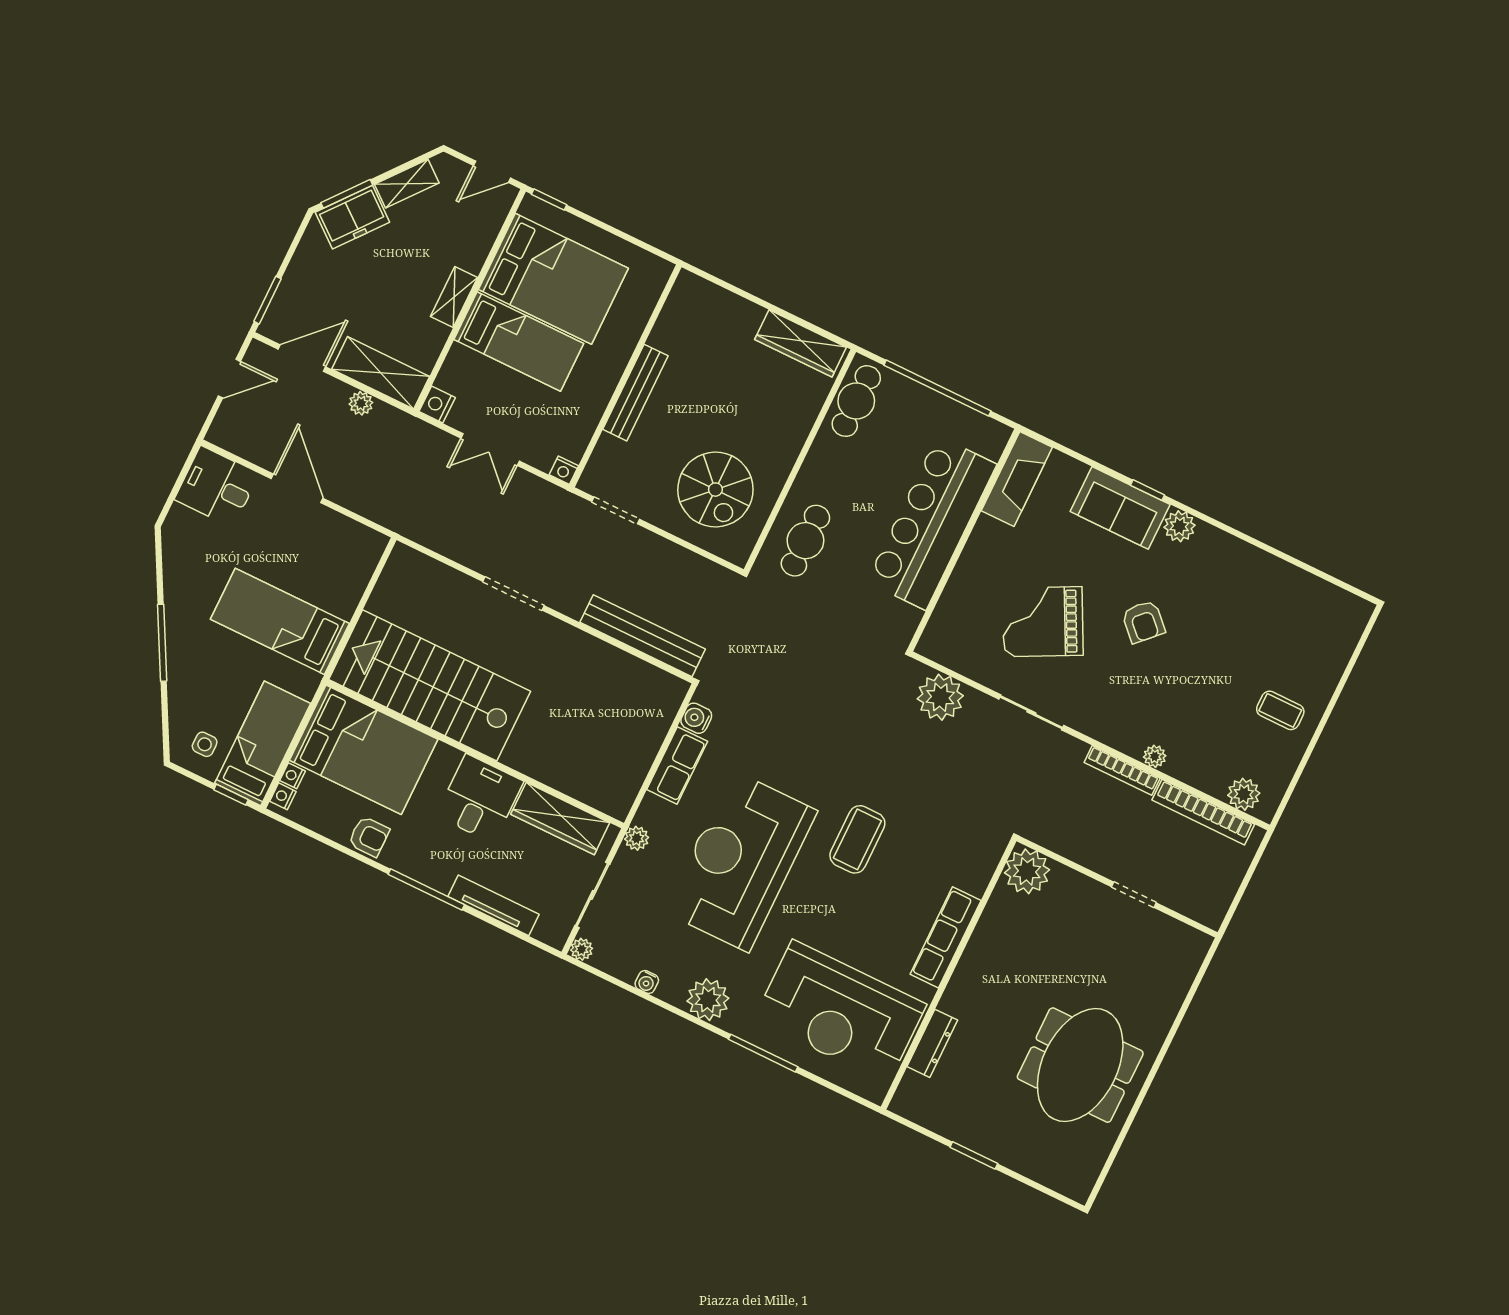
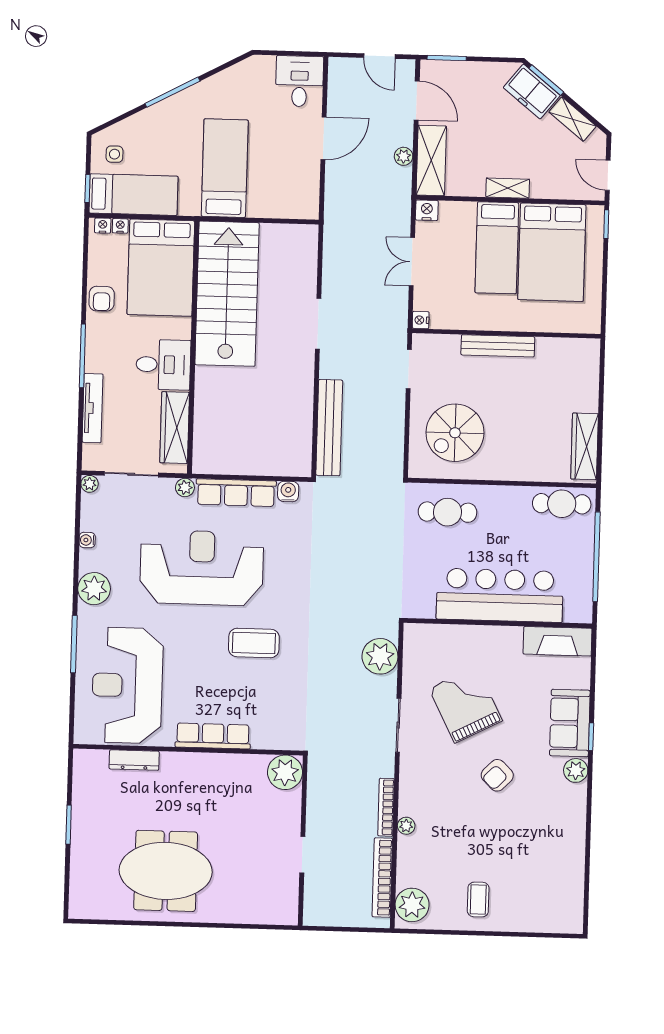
row of seats: (677, 765) -> (236, 493), width x1.48
plant: (1244, 794) -> (412, 905), width x1.36, depth x1.36

